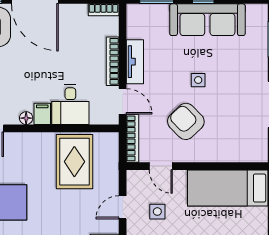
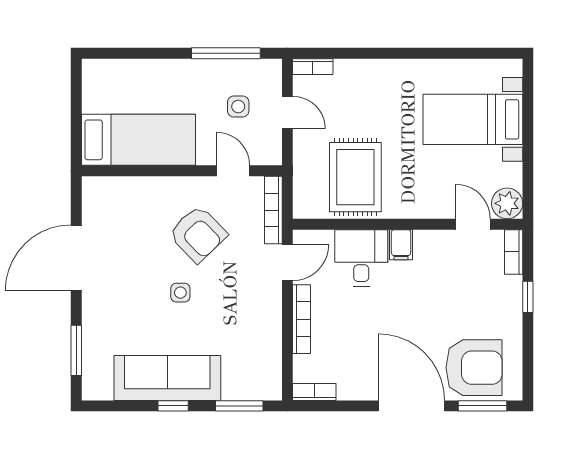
tv unit: (135, 62) -> (270, 319), removed
door: (123, 101) -> (287, 262), swing flipped
floor lamp: (26, 118) -> (424, 239), removed
door: (123, 207) -> (287, 112), hinge flipped

